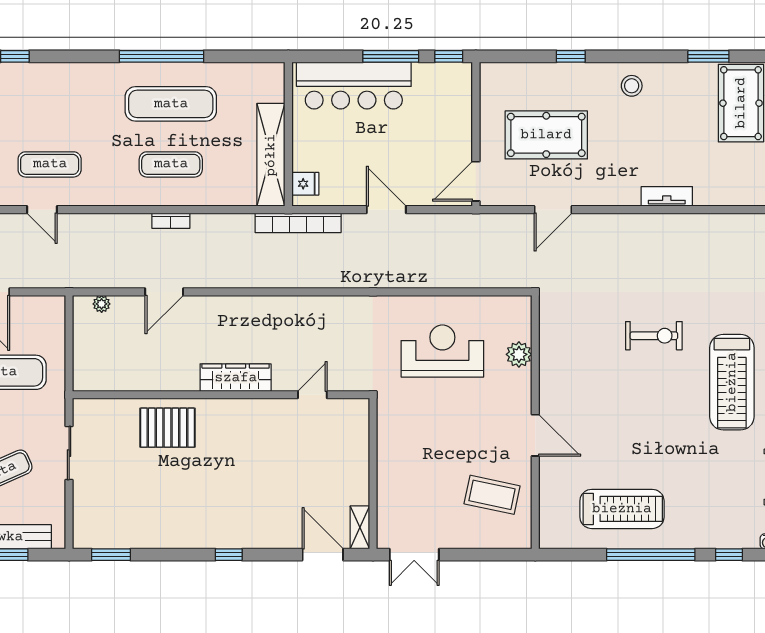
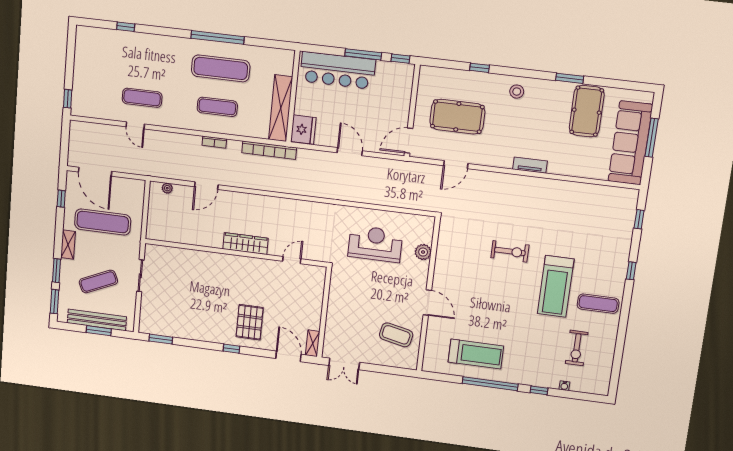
fridge: (305, 184) -> (303, 130), width x1.88, depth x1.34
bookcase: (298, 223) -> (269, 150), moved
pallet: (167, 428) -> (250, 322), moved, turned 90

